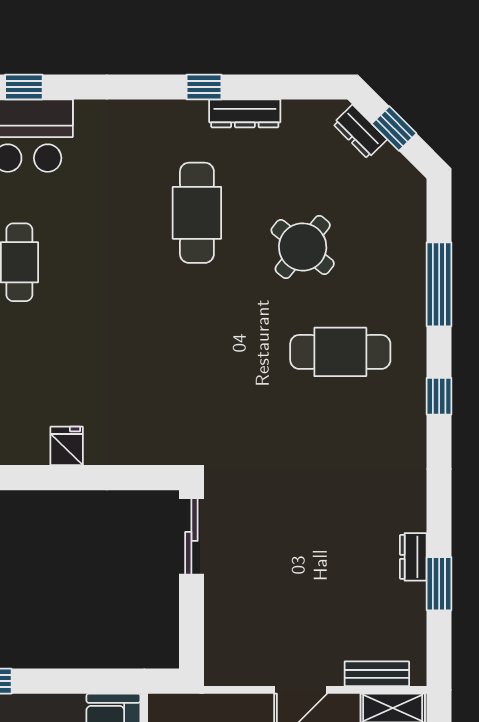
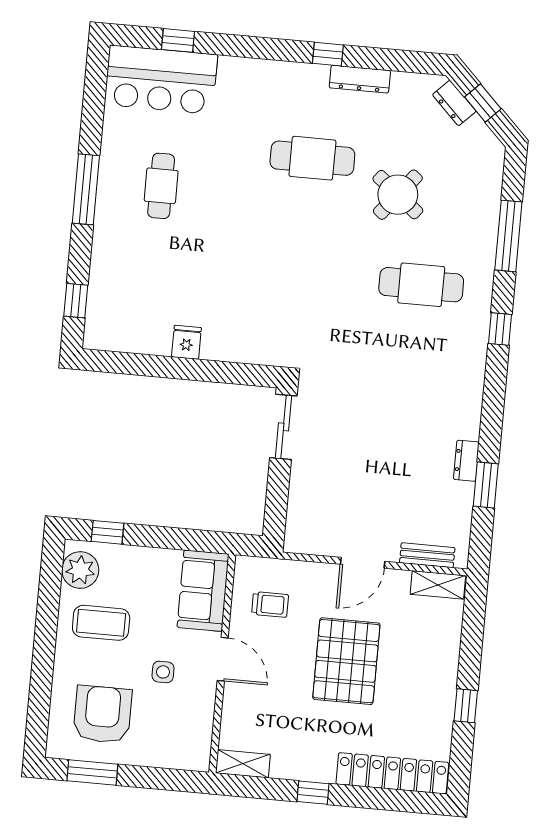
cafe table: (197, 213) -> (312, 158), turned 90

